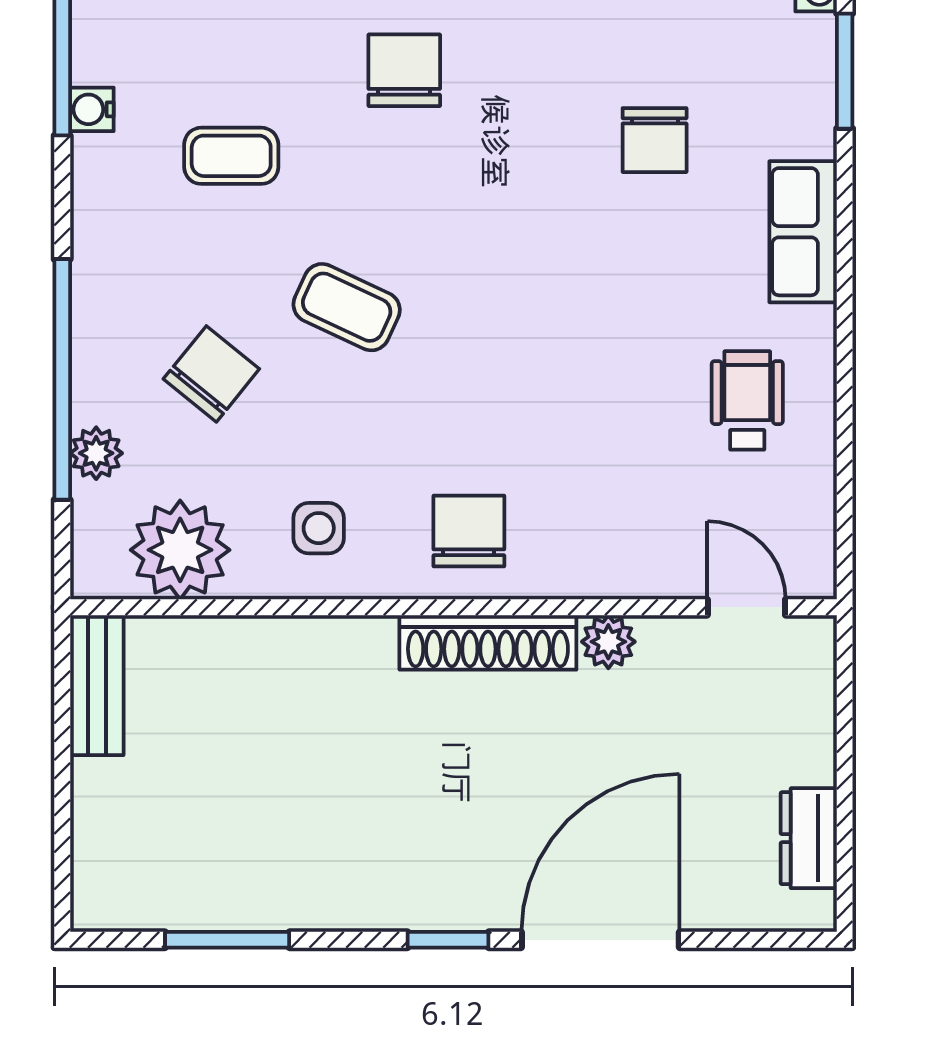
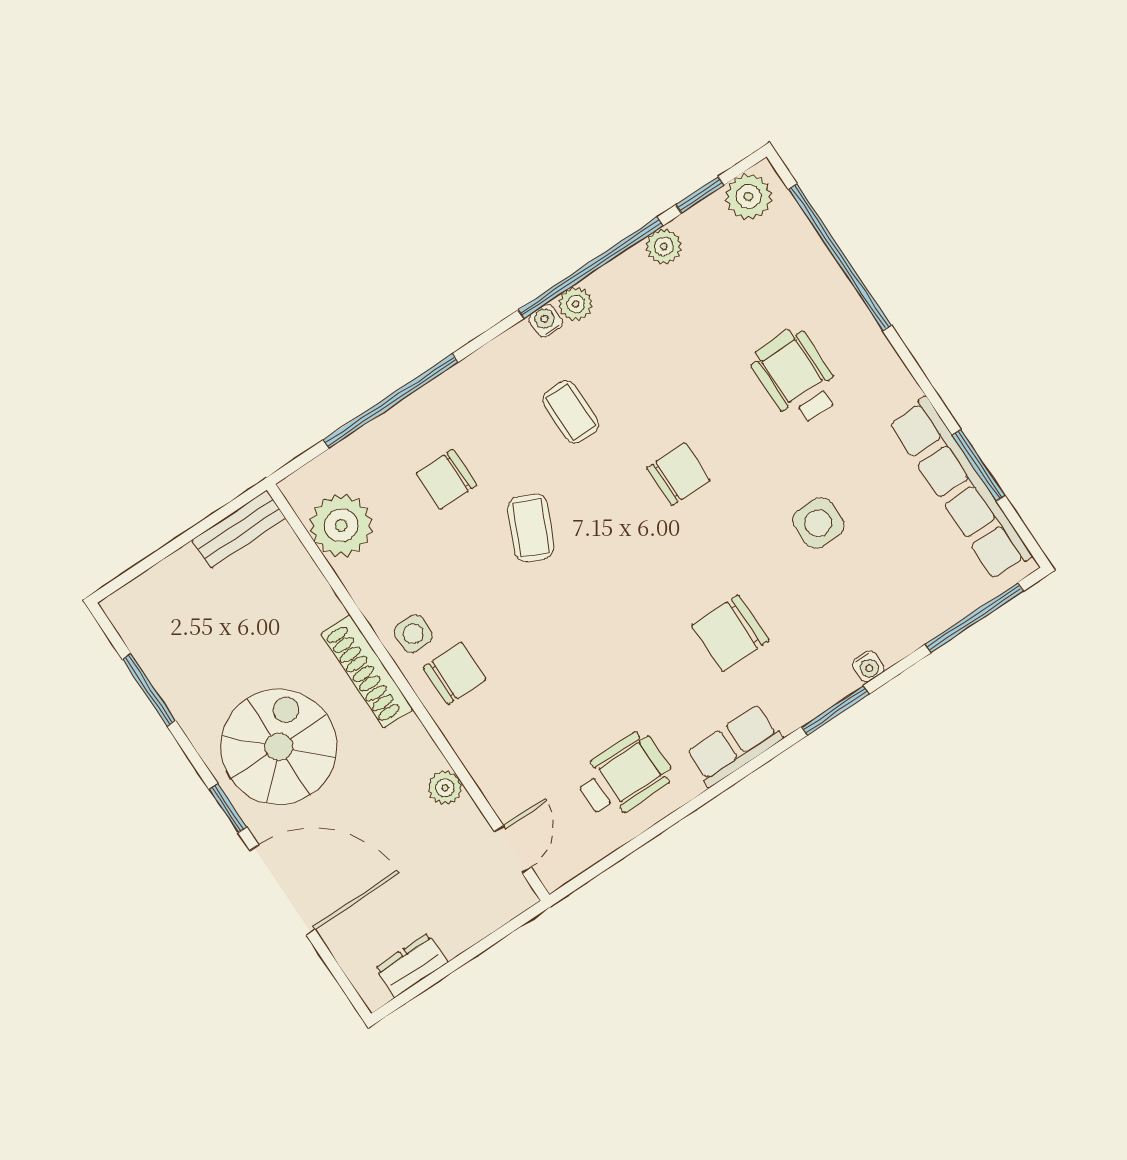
chair: (655, 140) -> (730, 633), width x1.37, depth x1.37
chair: (211, 374) -> (447, 479), turned 141
wheelchair: (747, 400) -> (624, 776), width x1.36, depth x1.37
plant: (96, 453) -> (576, 304), moved
side table: (319, 528) -> (413, 634), moved
shoe rack: (488, 642) -> (367, 671), moved
spiral stairs: (412, 821) -> (279, 747), added

